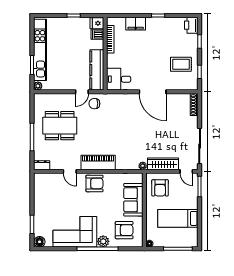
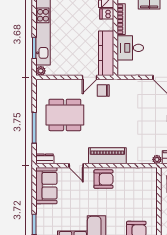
desk: (119, 79) -> (130, 48), moved
sofa: (133, 200) -> (46, 186), moved, turned 180

